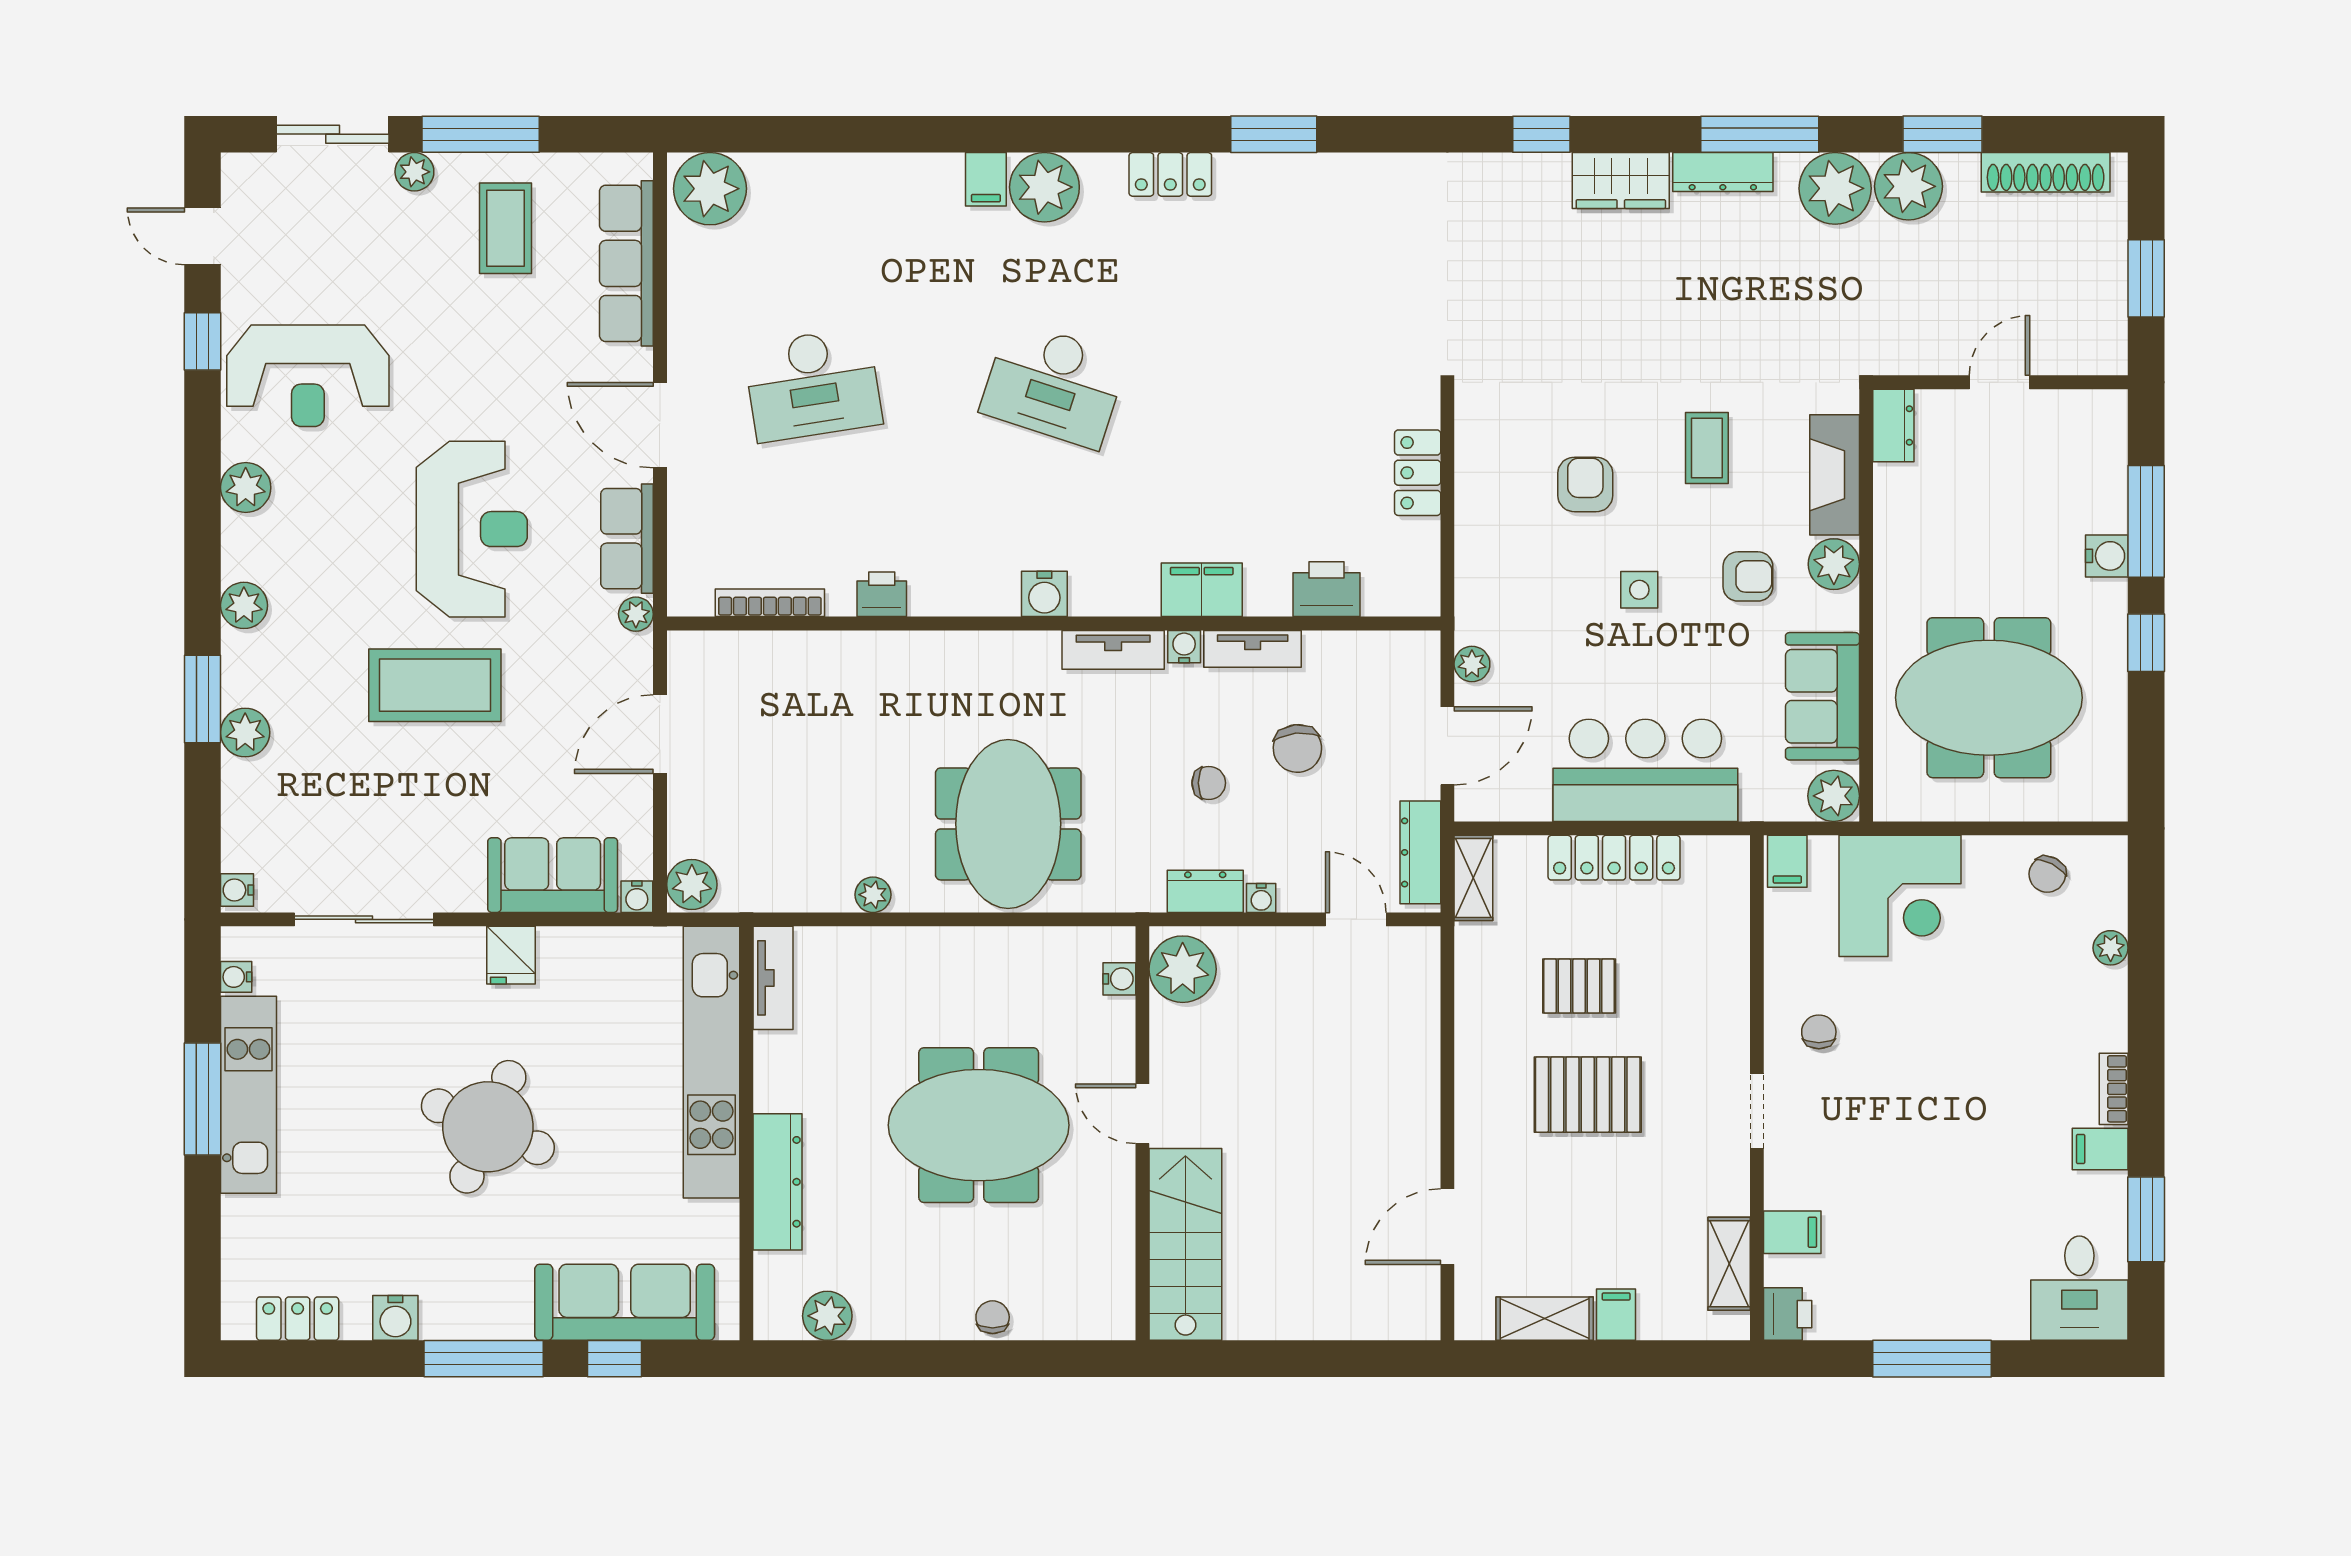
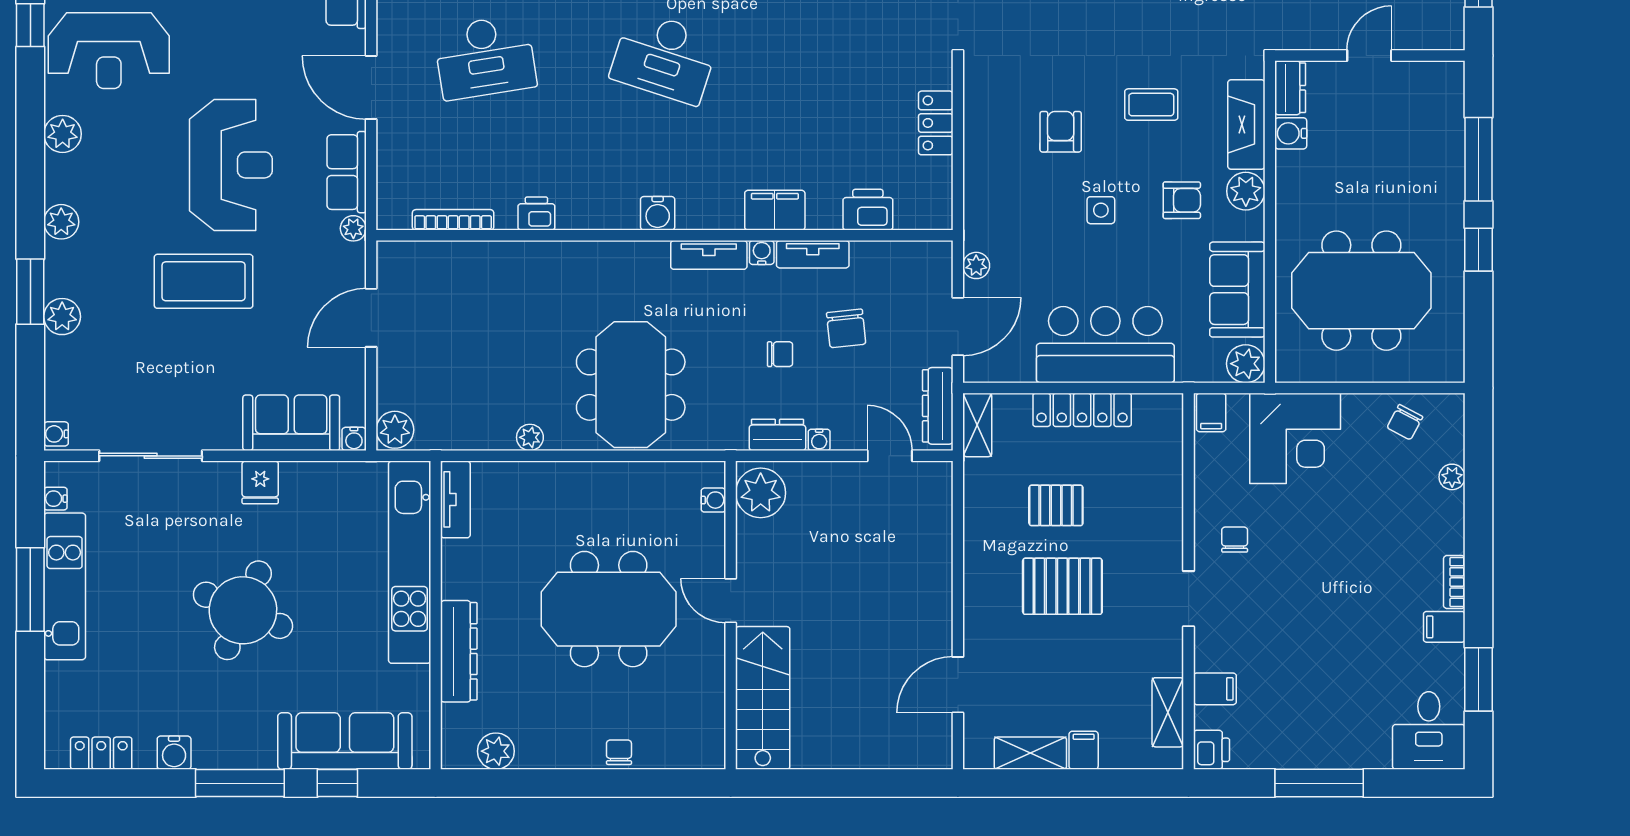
coffee table: (1707, 448) -> (1151, 105), turned 90
water cooler: (2107, 556) -> (1291, 133), moved, turned 180

